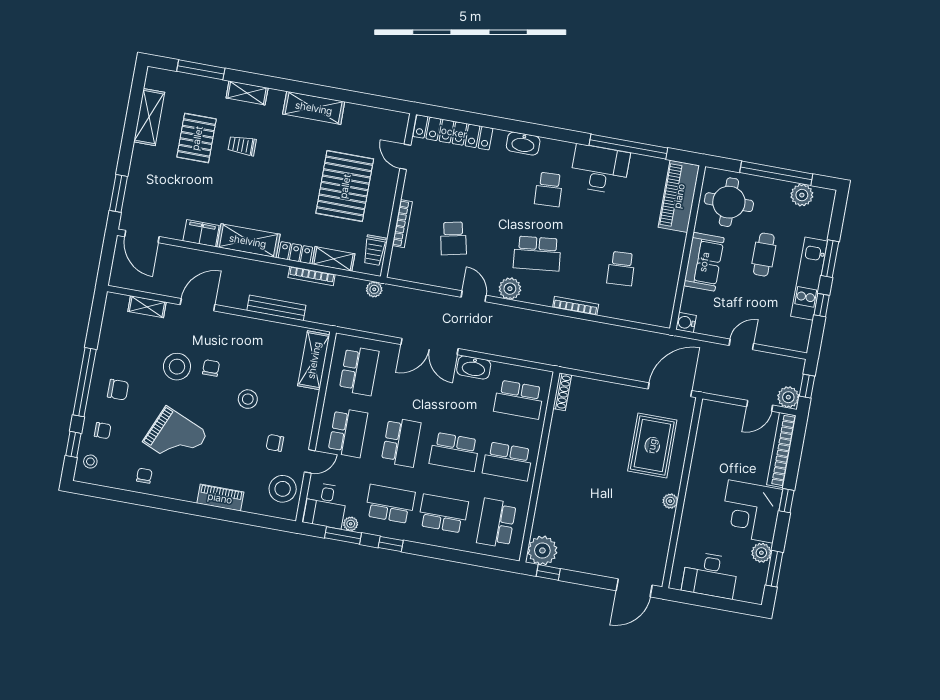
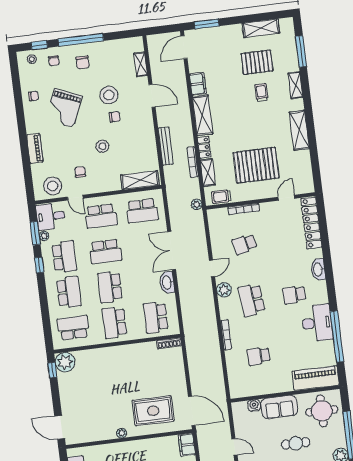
water cooler: (686, 323) -> (254, 406), moved
filing cabinet: (717, 412) -> (187, 445), added

